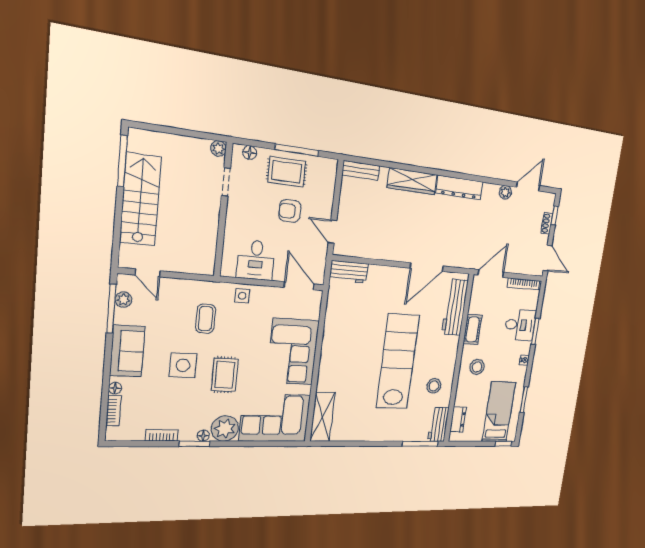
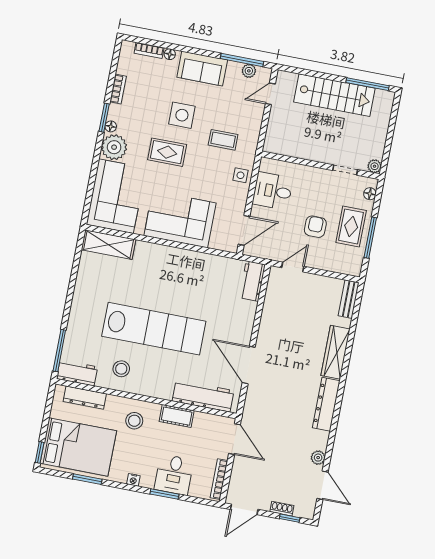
bed: (499, 412) -> (78, 447), width x1.50
dresser: (458, 419) -> (85, 398), width x1.44

